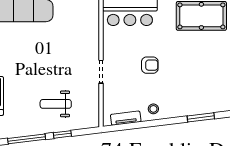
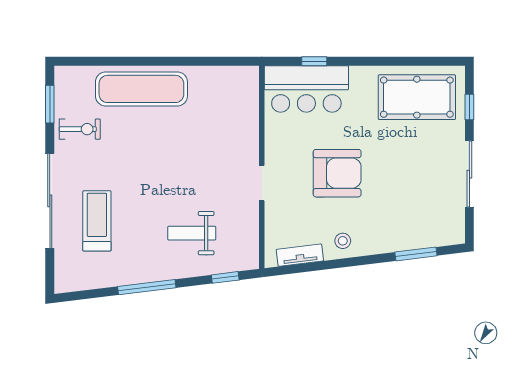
armchair: (150, 65) -> (337, 173), width x1.88, depth x1.88
window: (62, 134) -> (225, 277), moved

